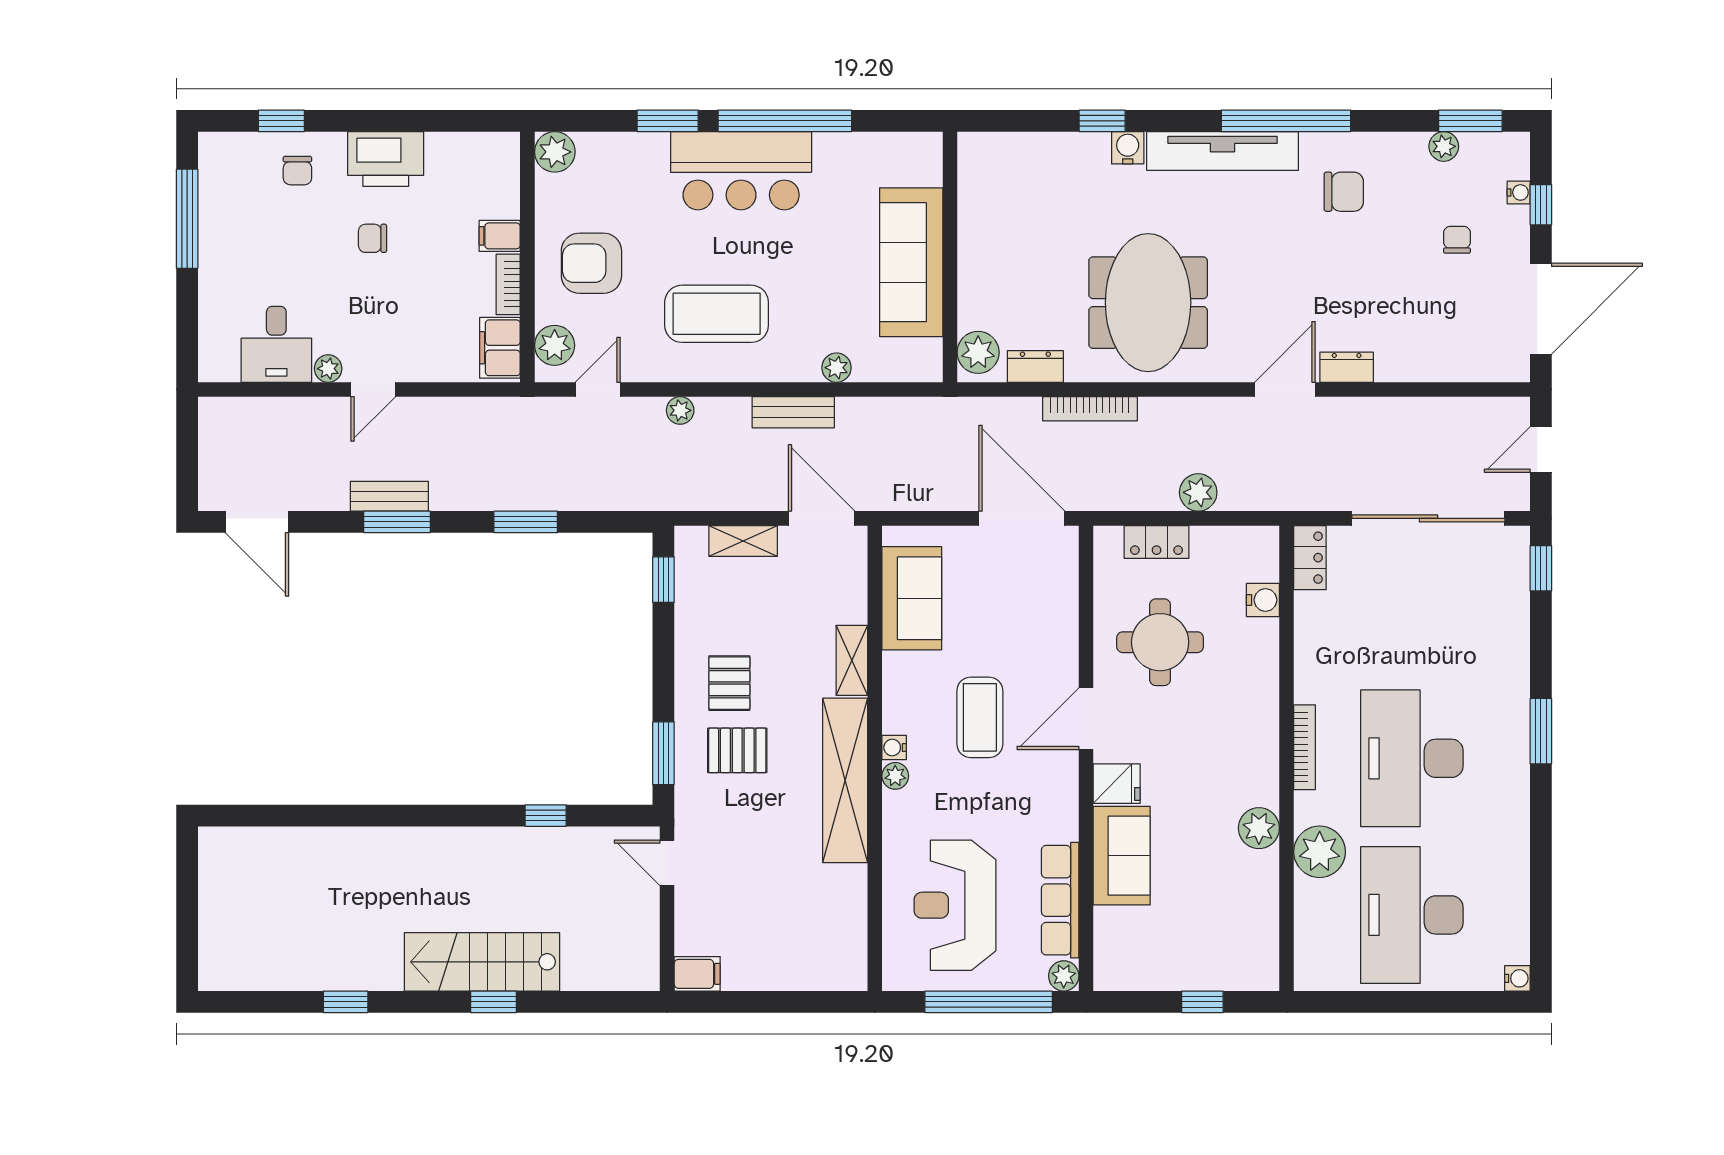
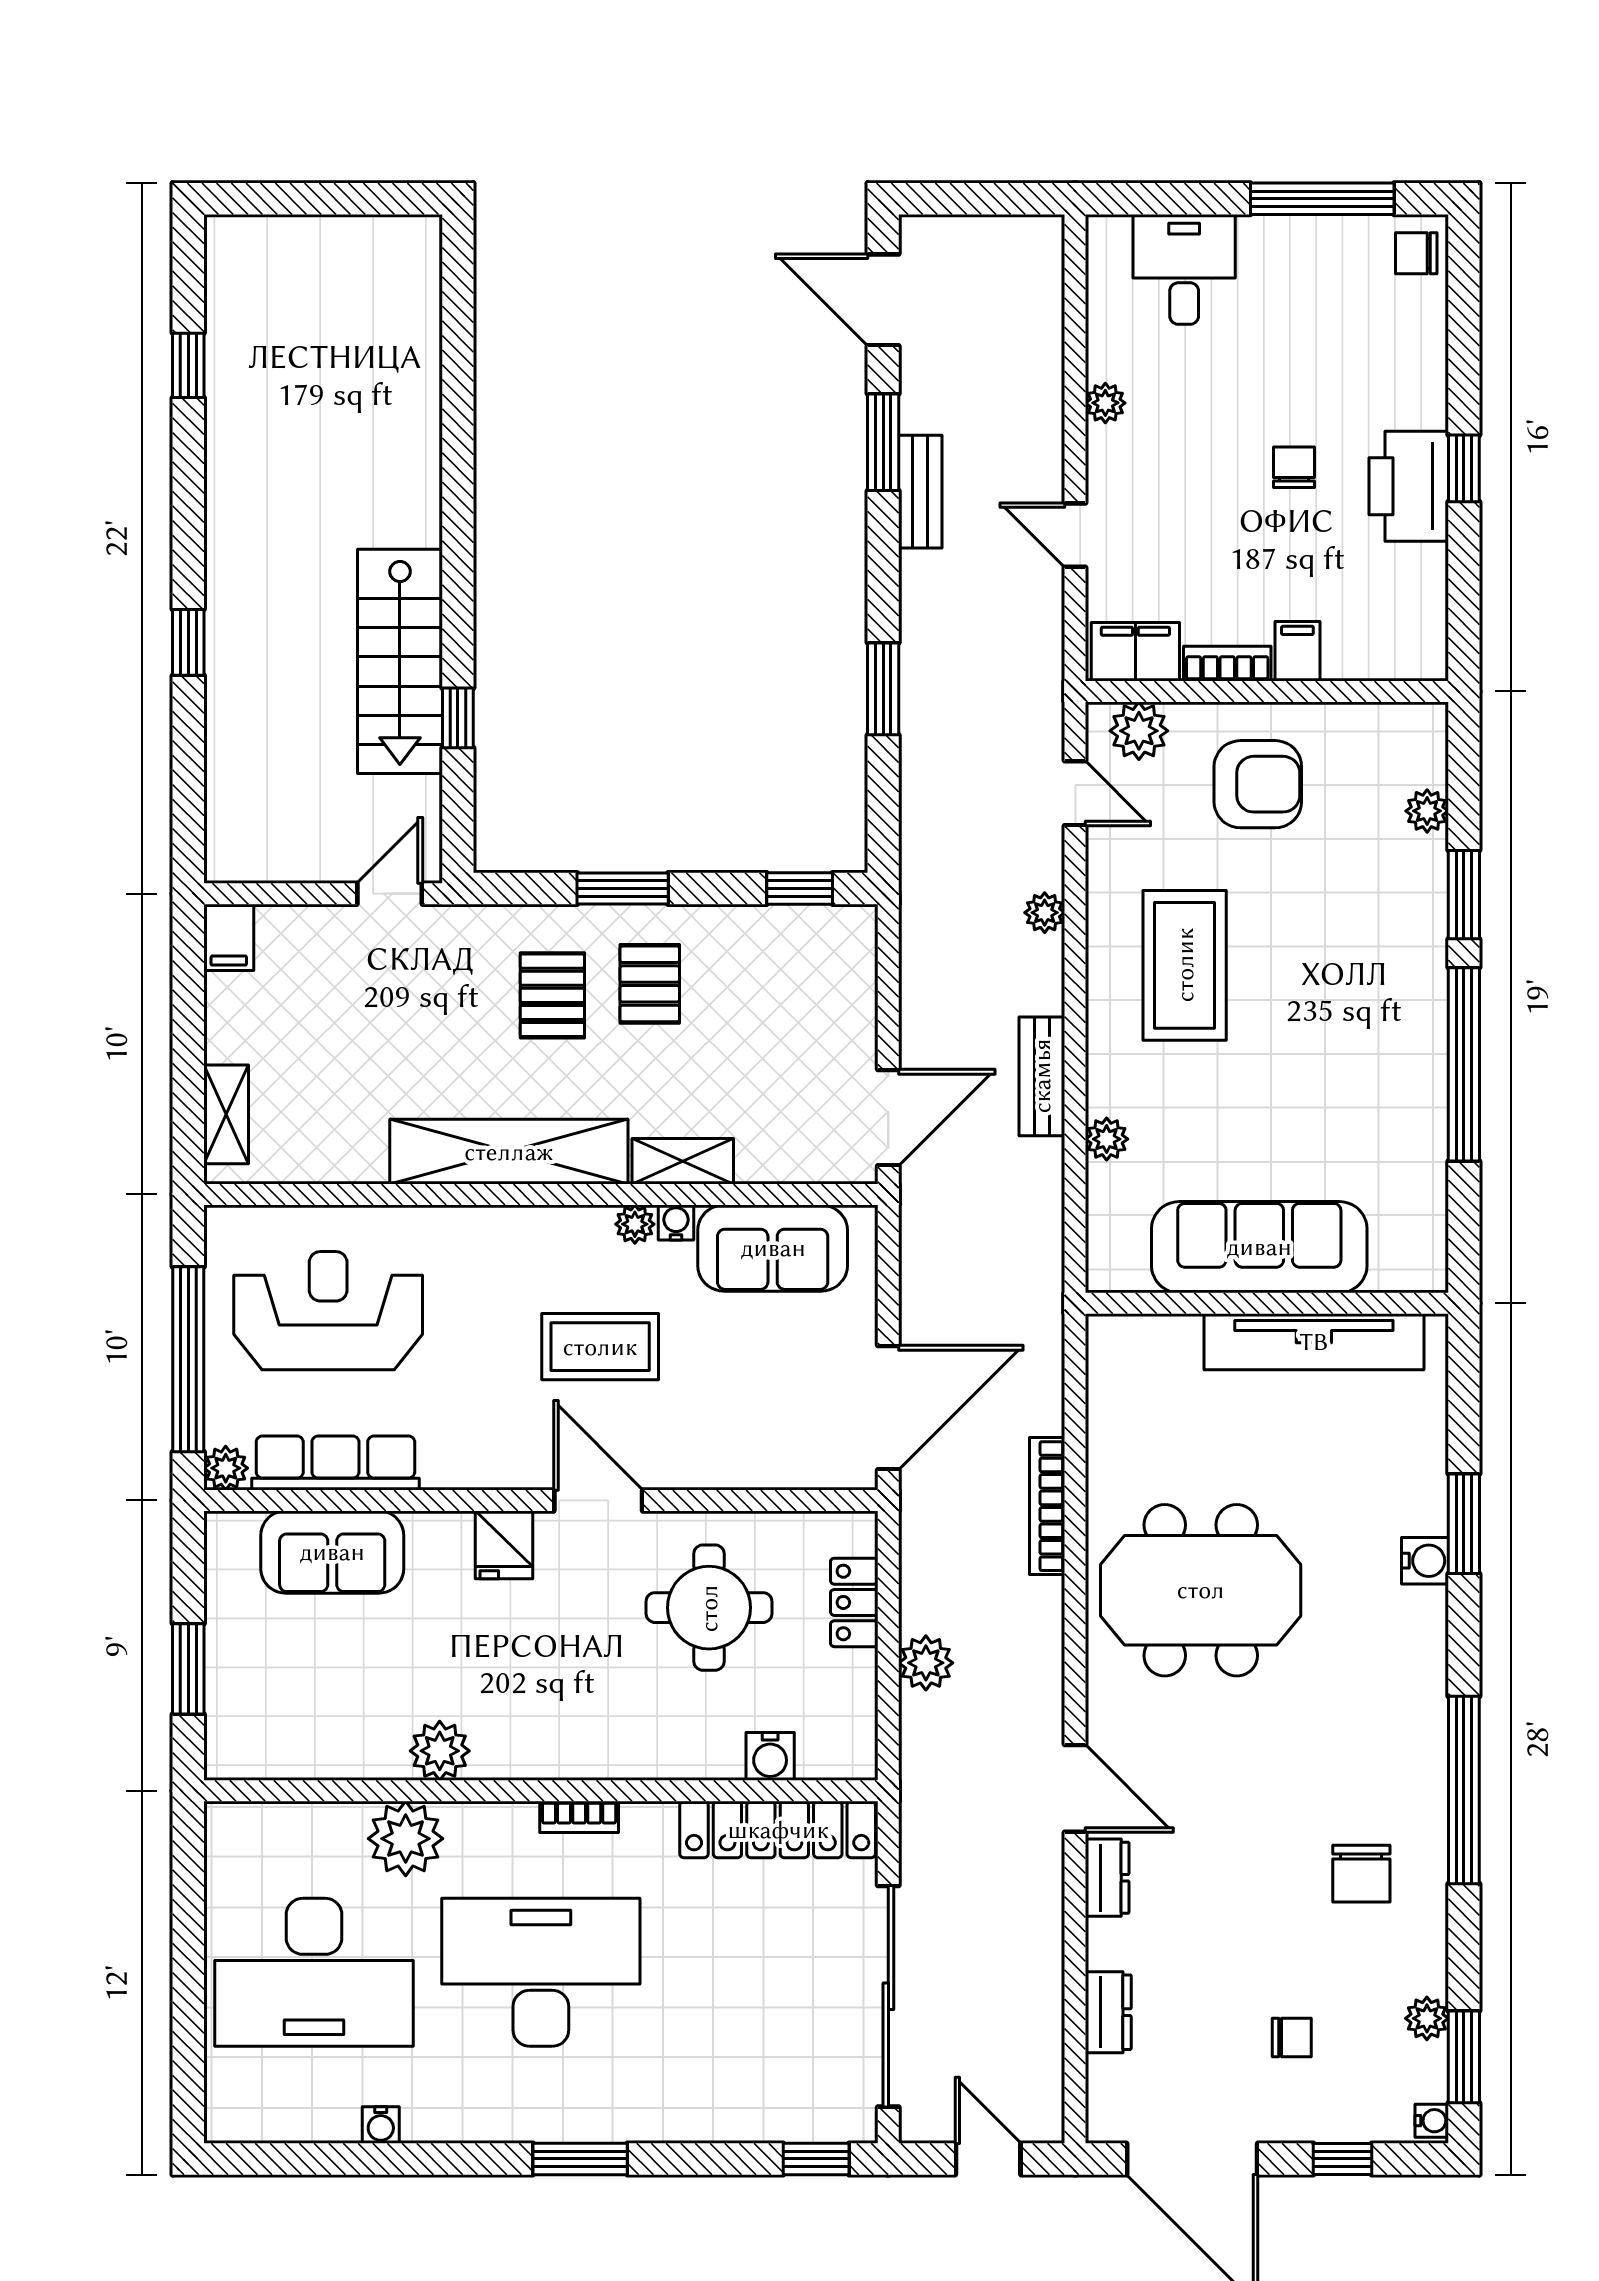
window: (281, 121) -> (1464, 468), moved
window: (1102, 121) -> (1464, 1524), width x1.50
tv unit: (1223, 151) -> (1314, 1342), moved, turned -90
plant: (555, 152) -> (1427, 811), moved, width x0.73, depth x0.73
chair: (297, 171) -> (1416, 253), moved
bar counter: (741, 171) -> (1392, 1001), removed
water cooler: (1519, 192) -> (1432, 2121), moved, turned -90
armchair: (591, 263) -> (1258, 784), turned 90
desk: (276, 344) -> (1184, 269), moved, turned 90
plant: (978, 352) -> (1129, 1344), removed
dresser: (1035, 366) -> (1108, 2012), moved
door: (373, 389) -> (1075, 535), moved
door: (257, 522) -> (883, 300), hinge flipped
window: (397, 522) -> (883, 442), moved
shelving: (743, 541) -> (226, 1114), moved
locker: (1310, 558) -> (778, 1830), width x2.16, depth x1.21
pallet: (729, 683) -> (650, 984), turned 90
water cooler: (894, 747) -> (676, 1222), moved
bookcase: (1305, 747) -> (579, 1817), width x0.64
window: (663, 753) -> (623, 888), moved
plant: (895, 776) -> (635, 1224), moved
sofa: (1122, 856) -> (332, 1552), moved
desk: (1412, 915) -> (314, 1972), turned 180
stairs: (482, 962) -> (400, 661), moved, turned 180
water cooler: (1517, 978) -> (381, 2125), moved
window: (346, 1002) -> (188, 365), moved
window: (1202, 1002) -> (188, 1669), width x1.50

